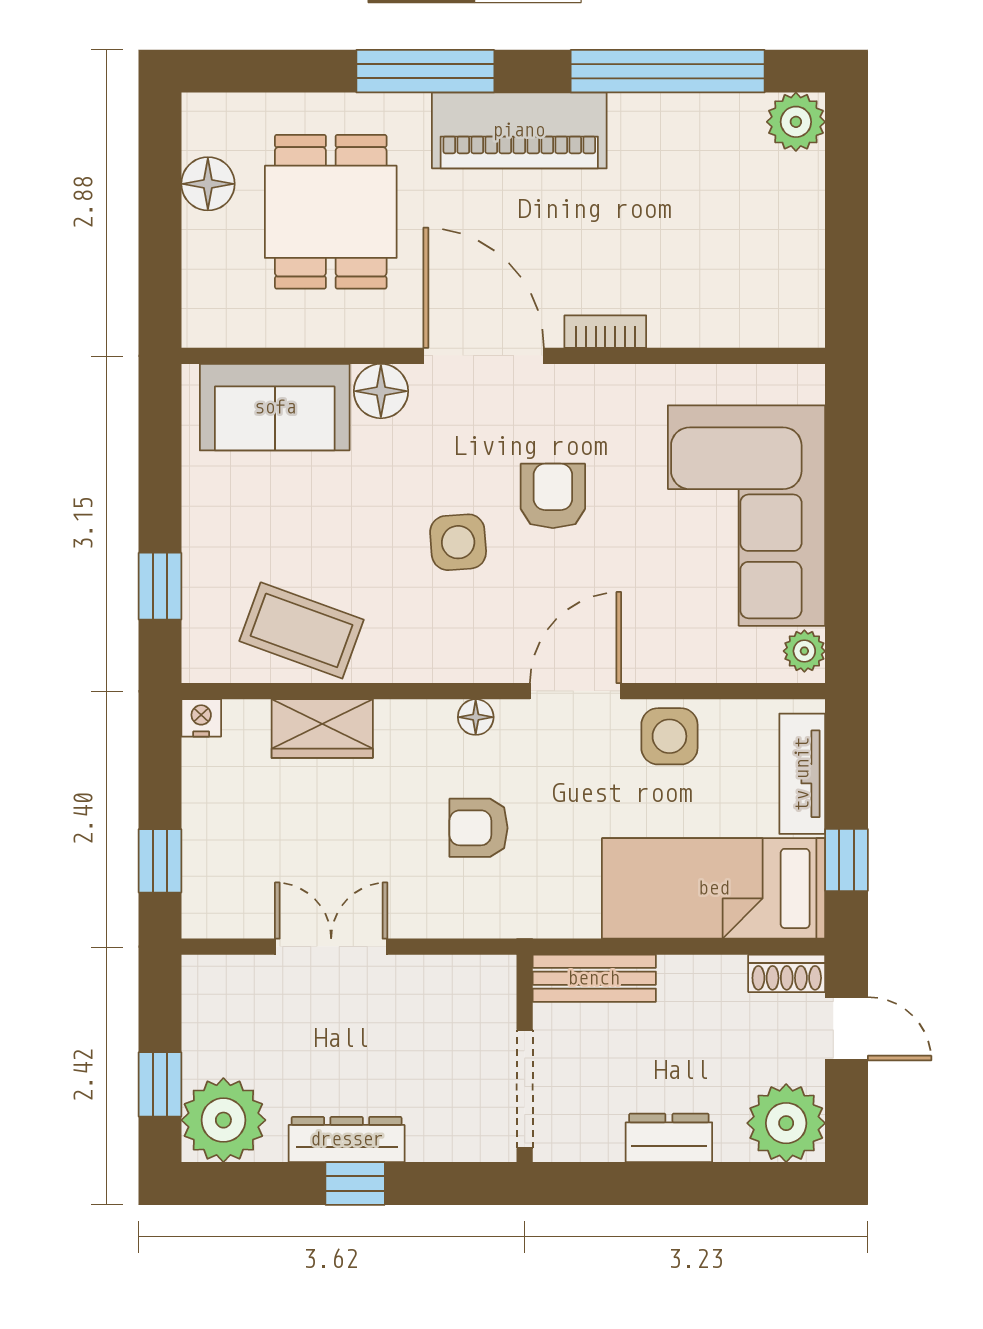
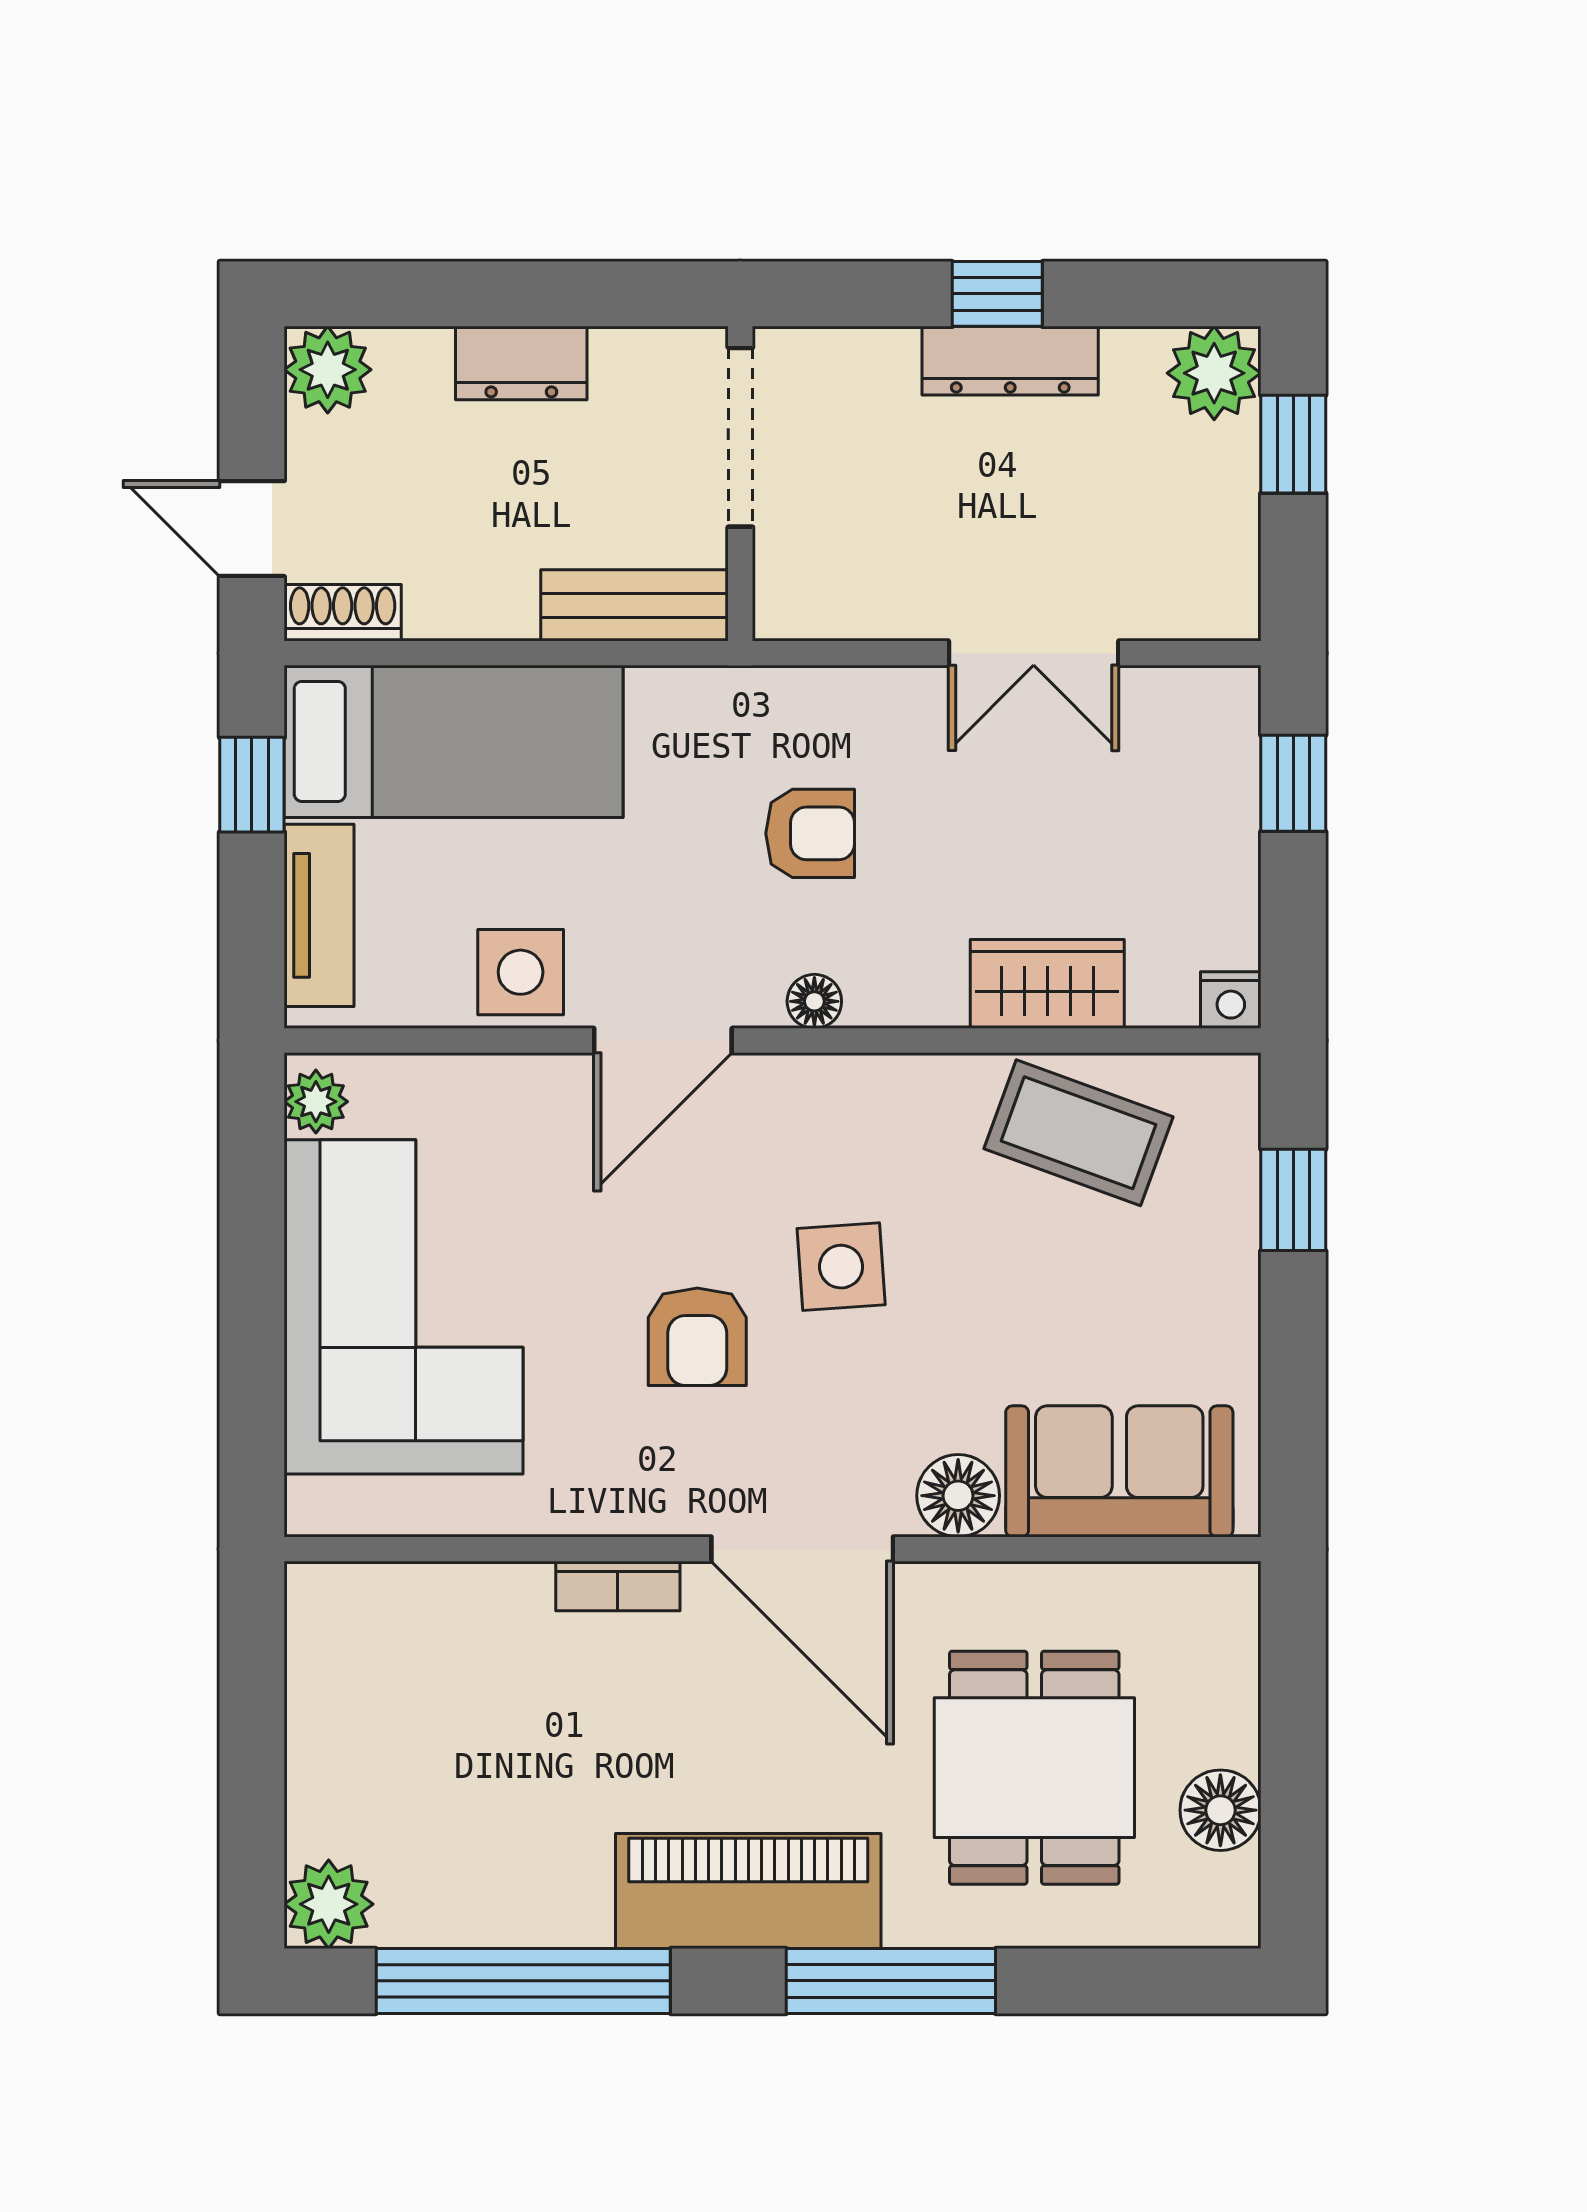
plant: (223, 1120) -> (1214, 373), width x0.73, depth x0.73
plant: (786, 1123) -> (328, 370), width x0.73, depth x0.73

